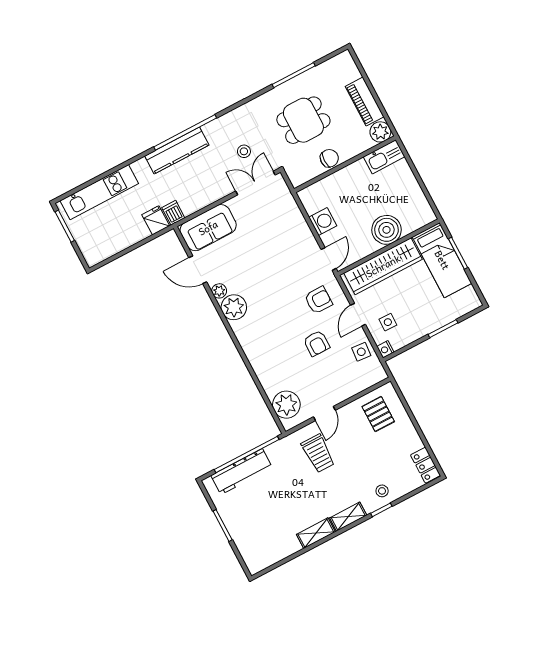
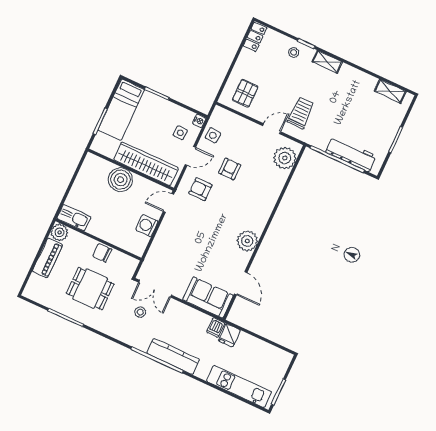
bed: (442, 260) -> (121, 110), moved, turned 180
plant: (219, 291) -> (244, 259), removed
shelving: (316, 533) -> (390, 91), moved

